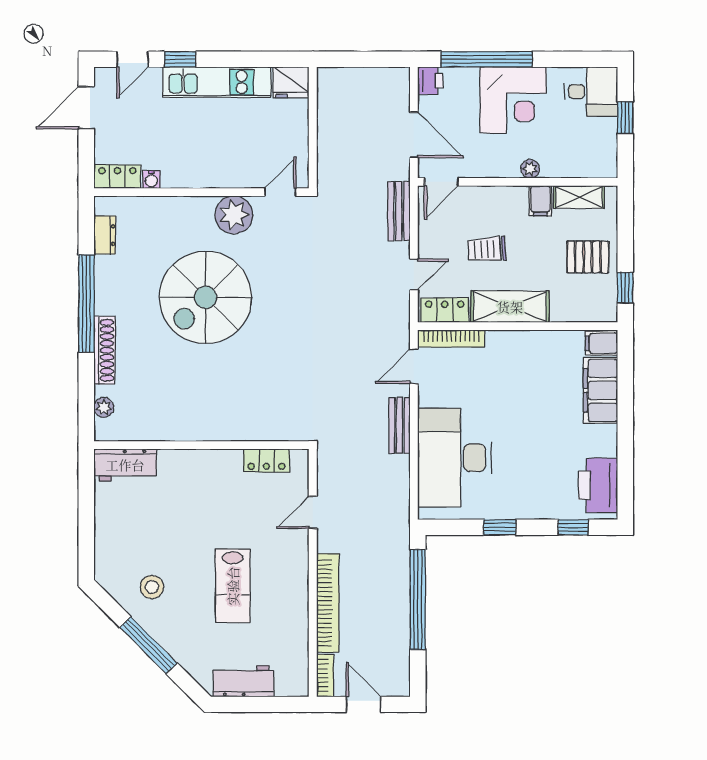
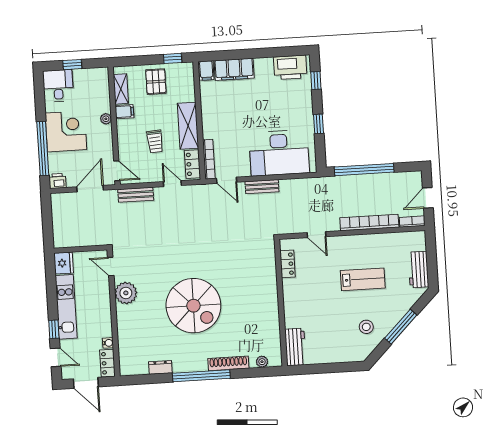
locker: (117, 177) -> (107, 363), moved
water cooler: (151, 179) -> (108, 343), moved
wall: (201, 192) -> (114, 313), moved
door: (280, 192) -> (111, 266), moved
plant: (234, 215) -> (126, 293), moved

